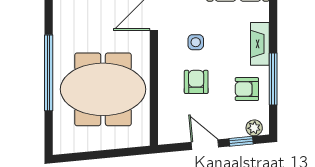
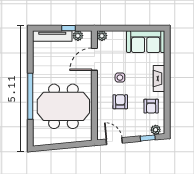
window: (273, 79) -> (167, 100), removed
armchair: (247, 89) -> (151, 106), turned -90
door: (205, 145) -> (114, 141), moved

